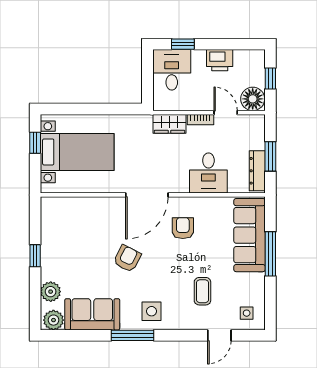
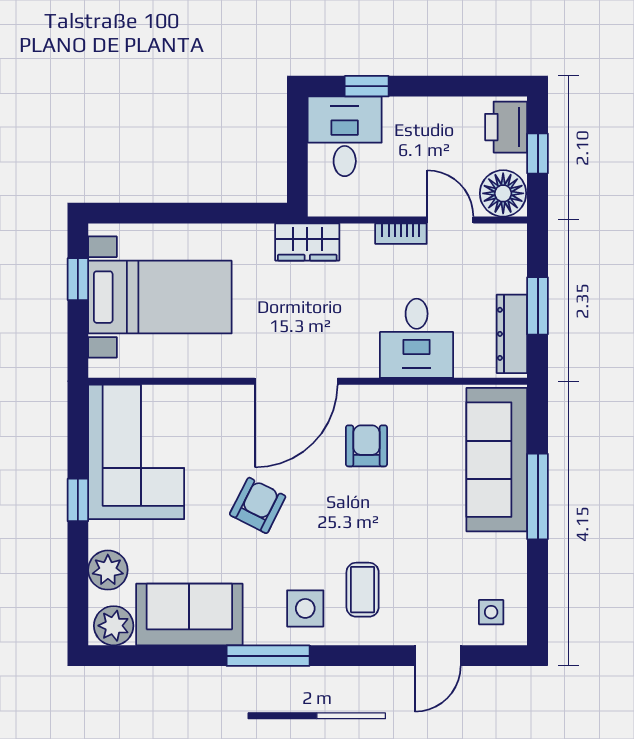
printer: (220, 60) -> (506, 127), moved, turned 90
wardrobe: (169, 124) -> (307, 242), moved
corner sofa: (65, 231) -> (136, 452), added
coffee table: (202, 291) -> (363, 590), moved

